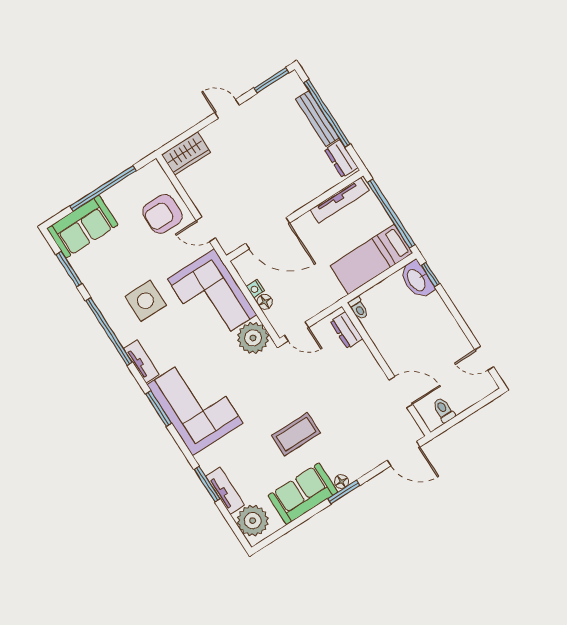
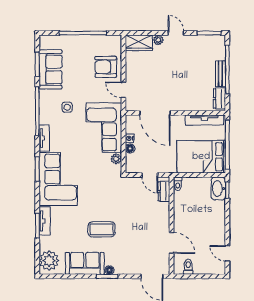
bench: (317, 118) -> (220, 74), width x0.73
plant: (210, 133) -> (158, 40), added
sofa: (82, 227) -> (51, 69), moved, turned -90
bed: (371, 259) -> (201, 157), width x1.50
side table: (146, 301) -> (67, 107), width x0.54, depth x0.54
door: (297, 331) -> (150, 175), moved
plant: (253, 338) -> (116, 159), width x0.53, depth x0.53
tv unit: (225, 491) -> (45, 221), moved

